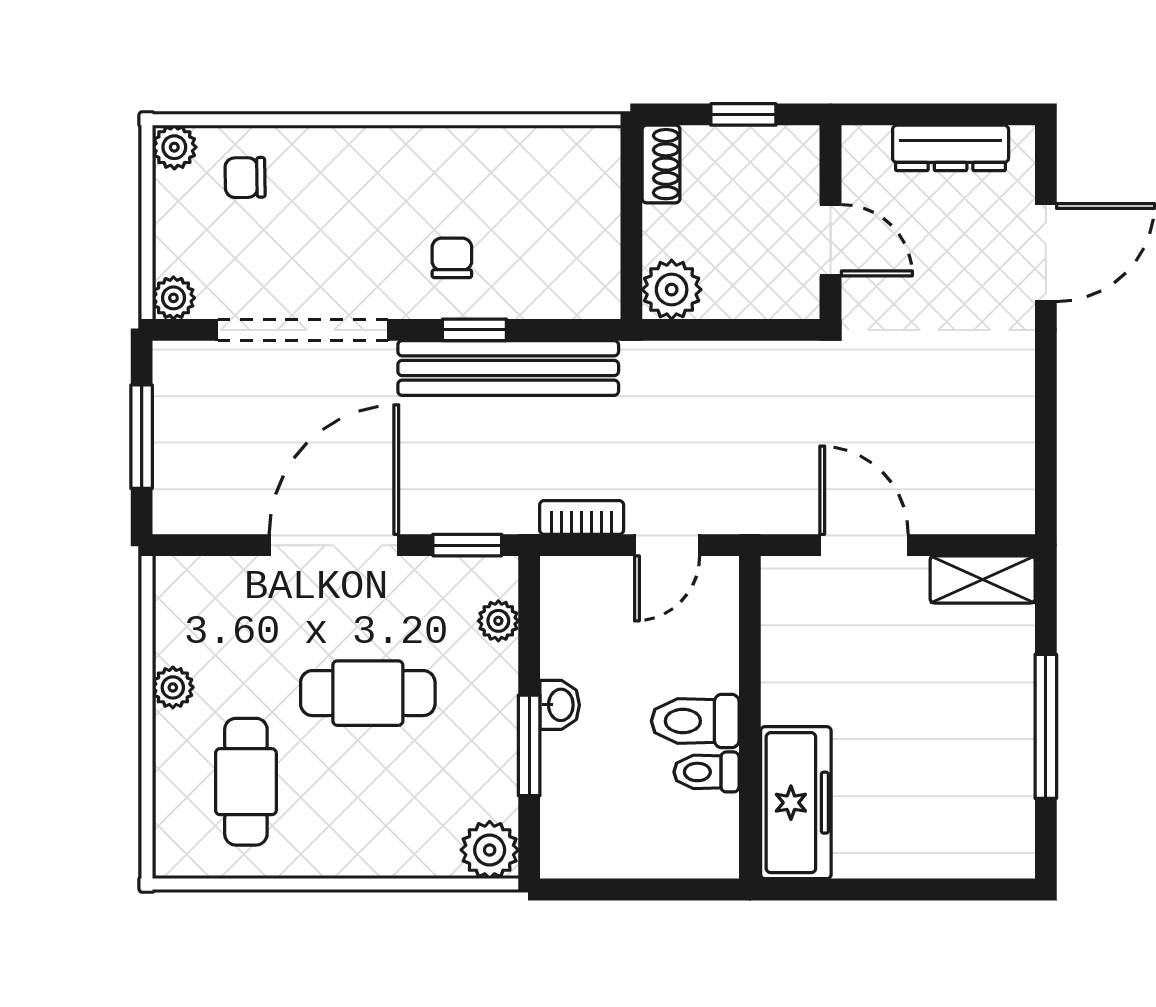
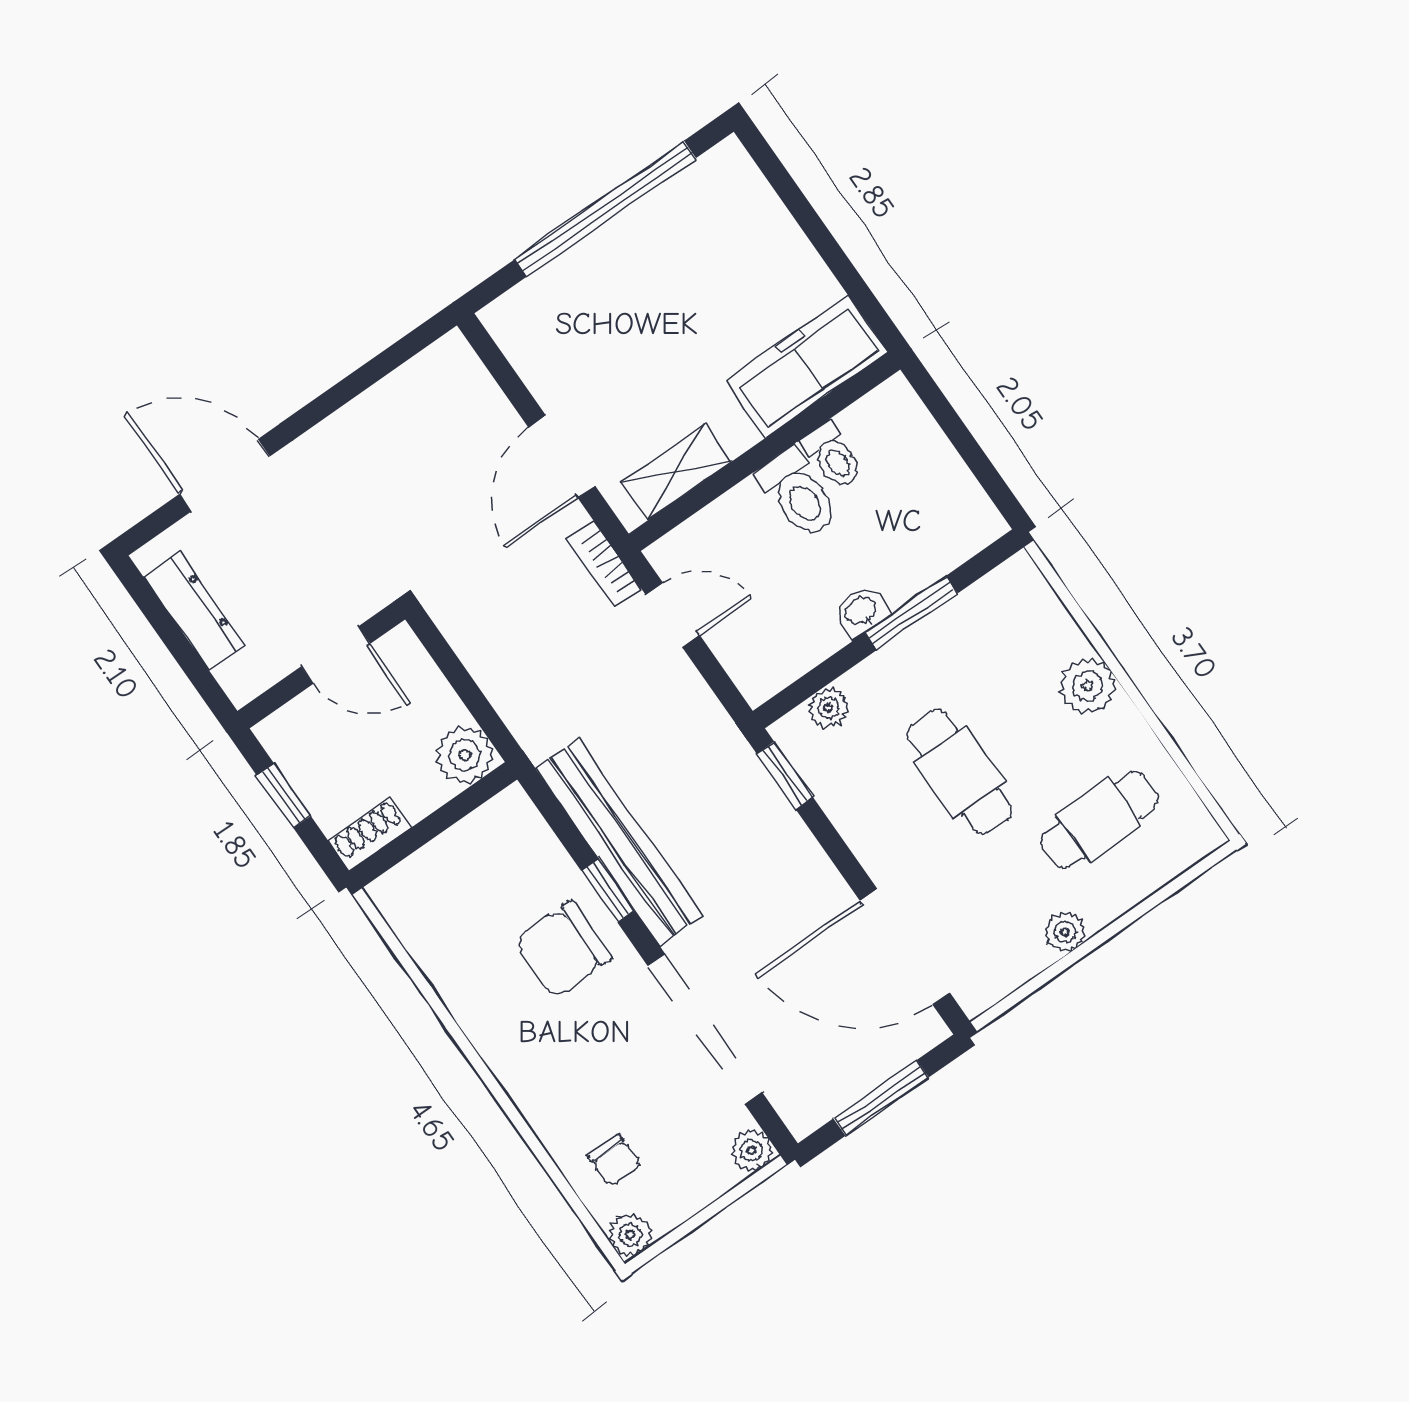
door: (831, 240) -> (336, 655), swing flipped
chair: (452, 258) -> (563, 949), width x1.87, depth x1.87
bookcase: (582, 517) -> (604, 564), moved
door: (334, 545) -> (905, 947), moved
shelving: (983, 579) -> (676, 472), moved, turned 90
window: (1046, 726) -> (605, 209), width x1.46
plant: (490, 850) -> (1088, 686), moved

